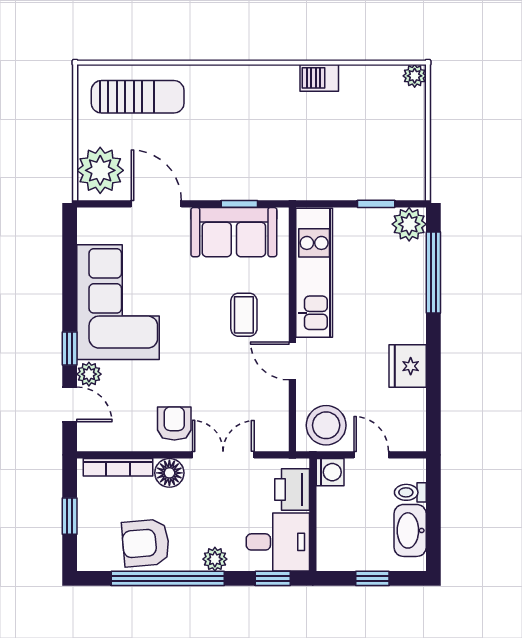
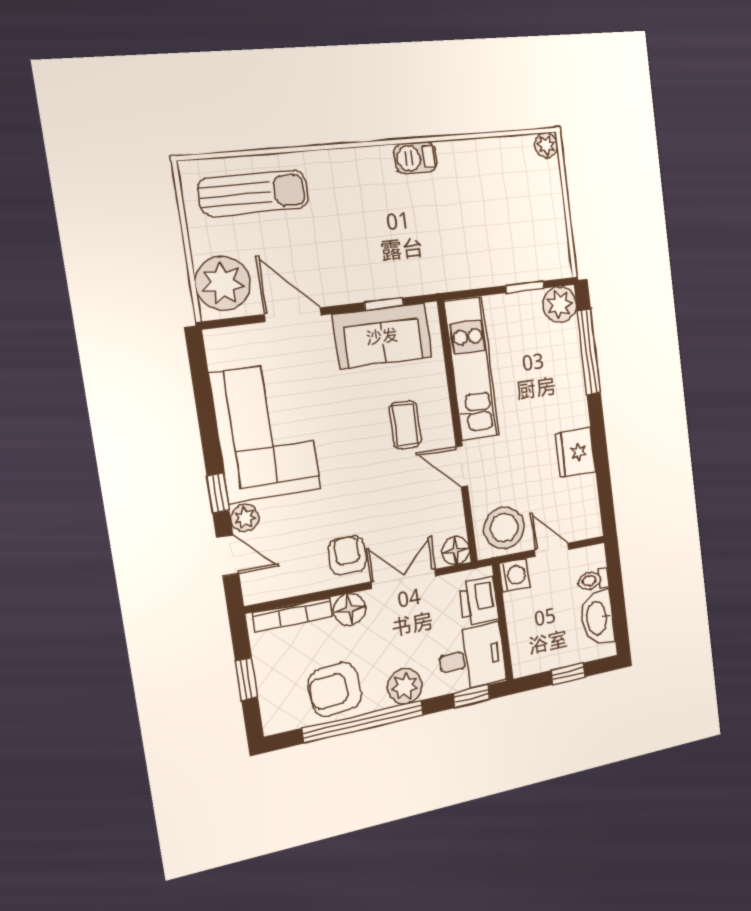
barbecue: (319, 78) -> (415, 158), moved
floor lamp: (276, 438) -> (455, 551), added
plant: (215, 559) -> (405, 686), width x1.38, depth x1.38

